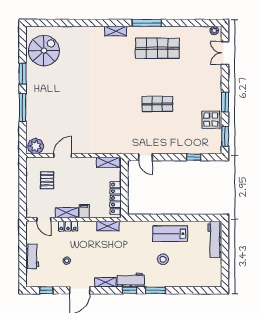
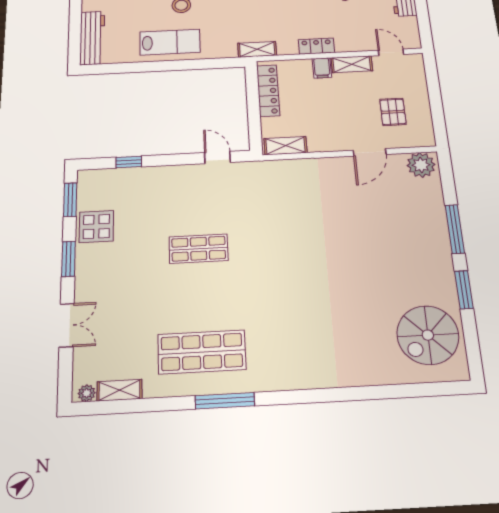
shelving: (116, 31) -> (119, 390), moved
double door: (225, 53) -> (67, 325), moved
locker: (68, 226) -> (316, 46), moved
shelving: (108, 226) -> (257, 49), moved

